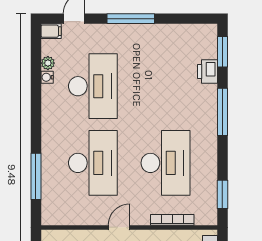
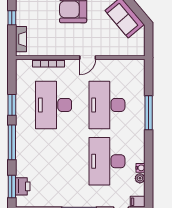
printer: (207, 71) -> (23, 186), moved
window: (36, 176) -> (149, 113), moved
window: (222, 194) -> (12, 105), moved

